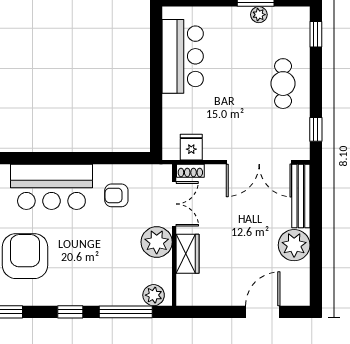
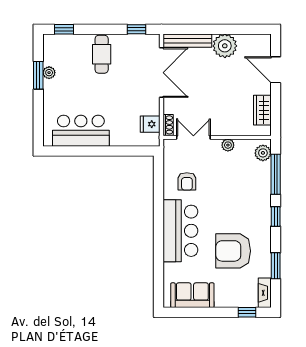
cafe table: (283, 84) -> (102, 54), turned 90
plant: (157, 242) -> (228, 145), width x0.53, depth x0.53
wardrobe: (188, 254) -> (262, 110), moved, turned -90

